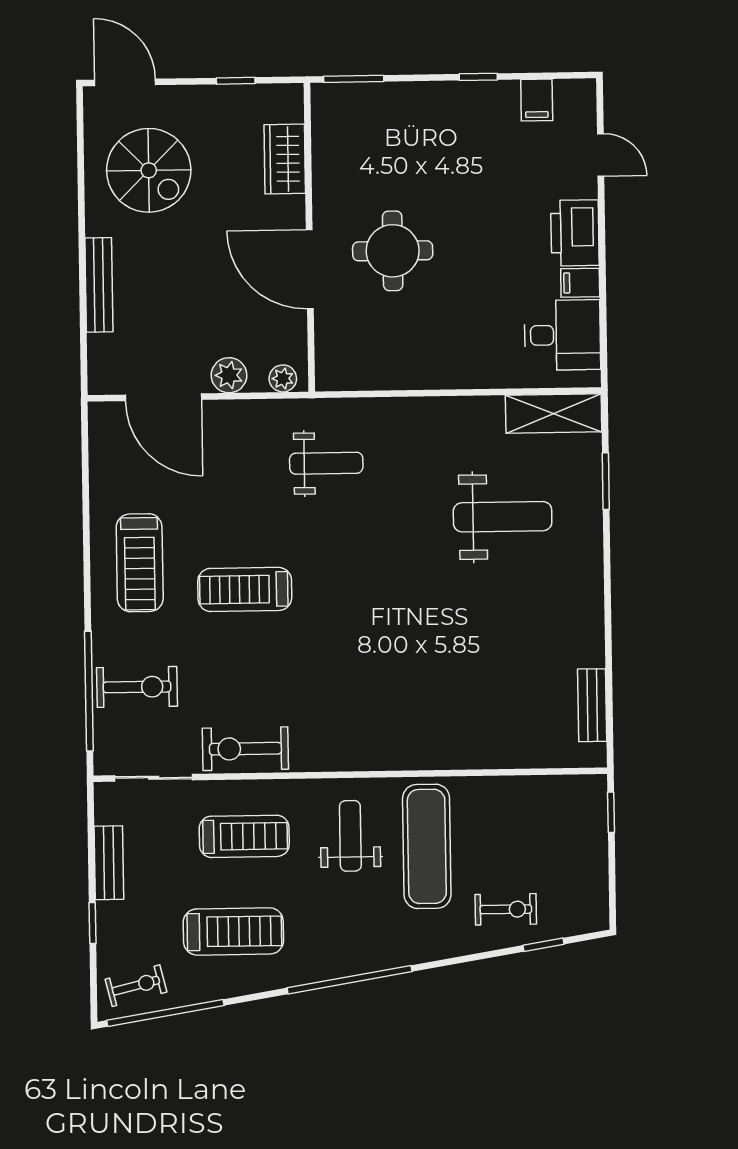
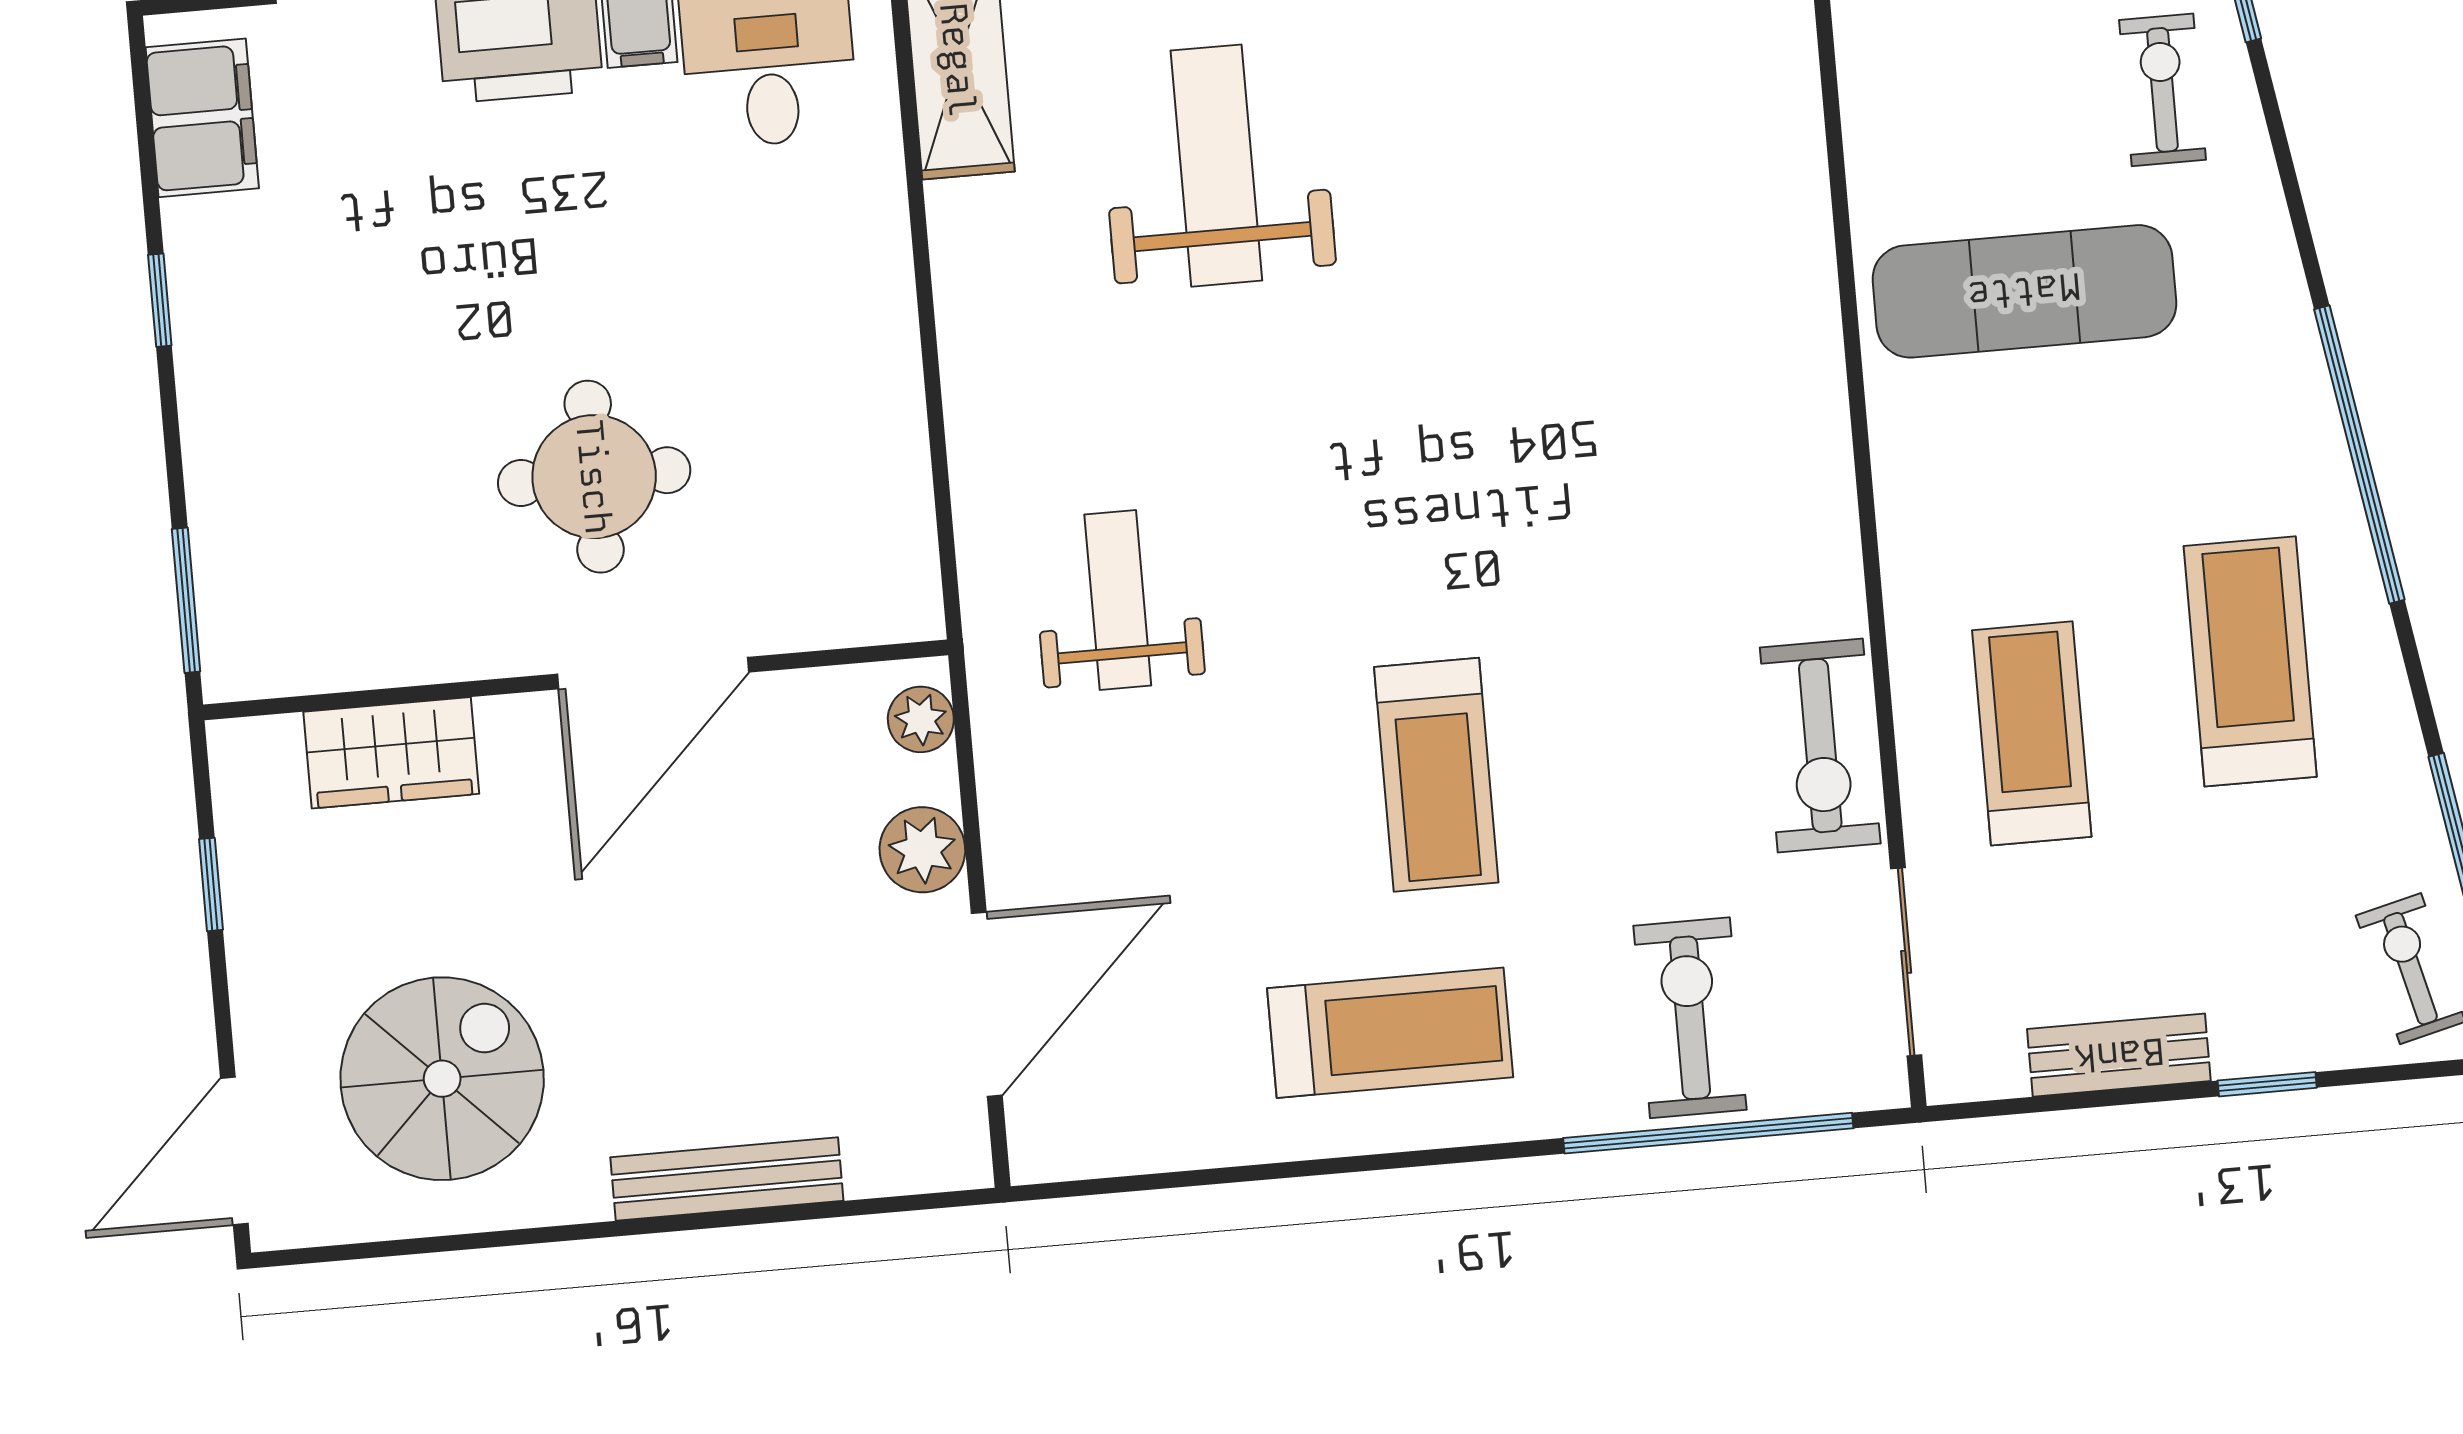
filing cabinet: (537, 100) -> (202, 118), width x2.00
weight bench: (350, 836) -> (2012, 477), removed
treadmill: (233, 931) -> (2250, 661), moved

